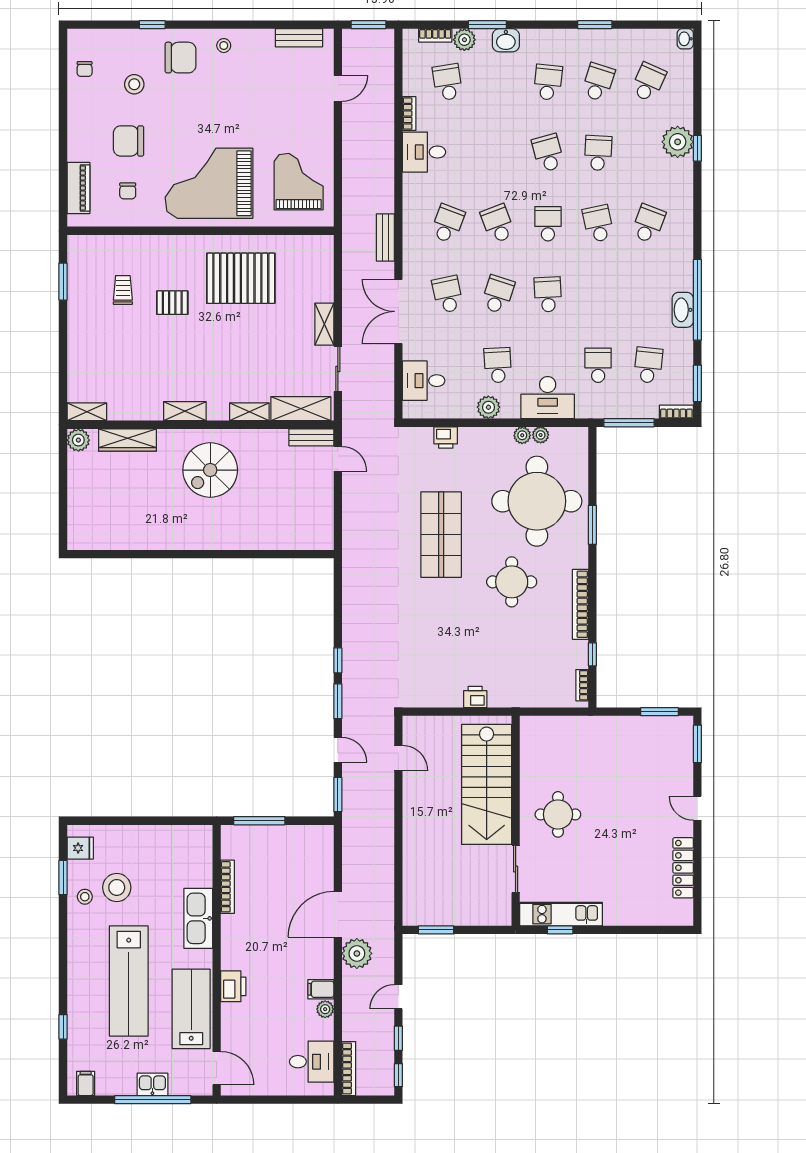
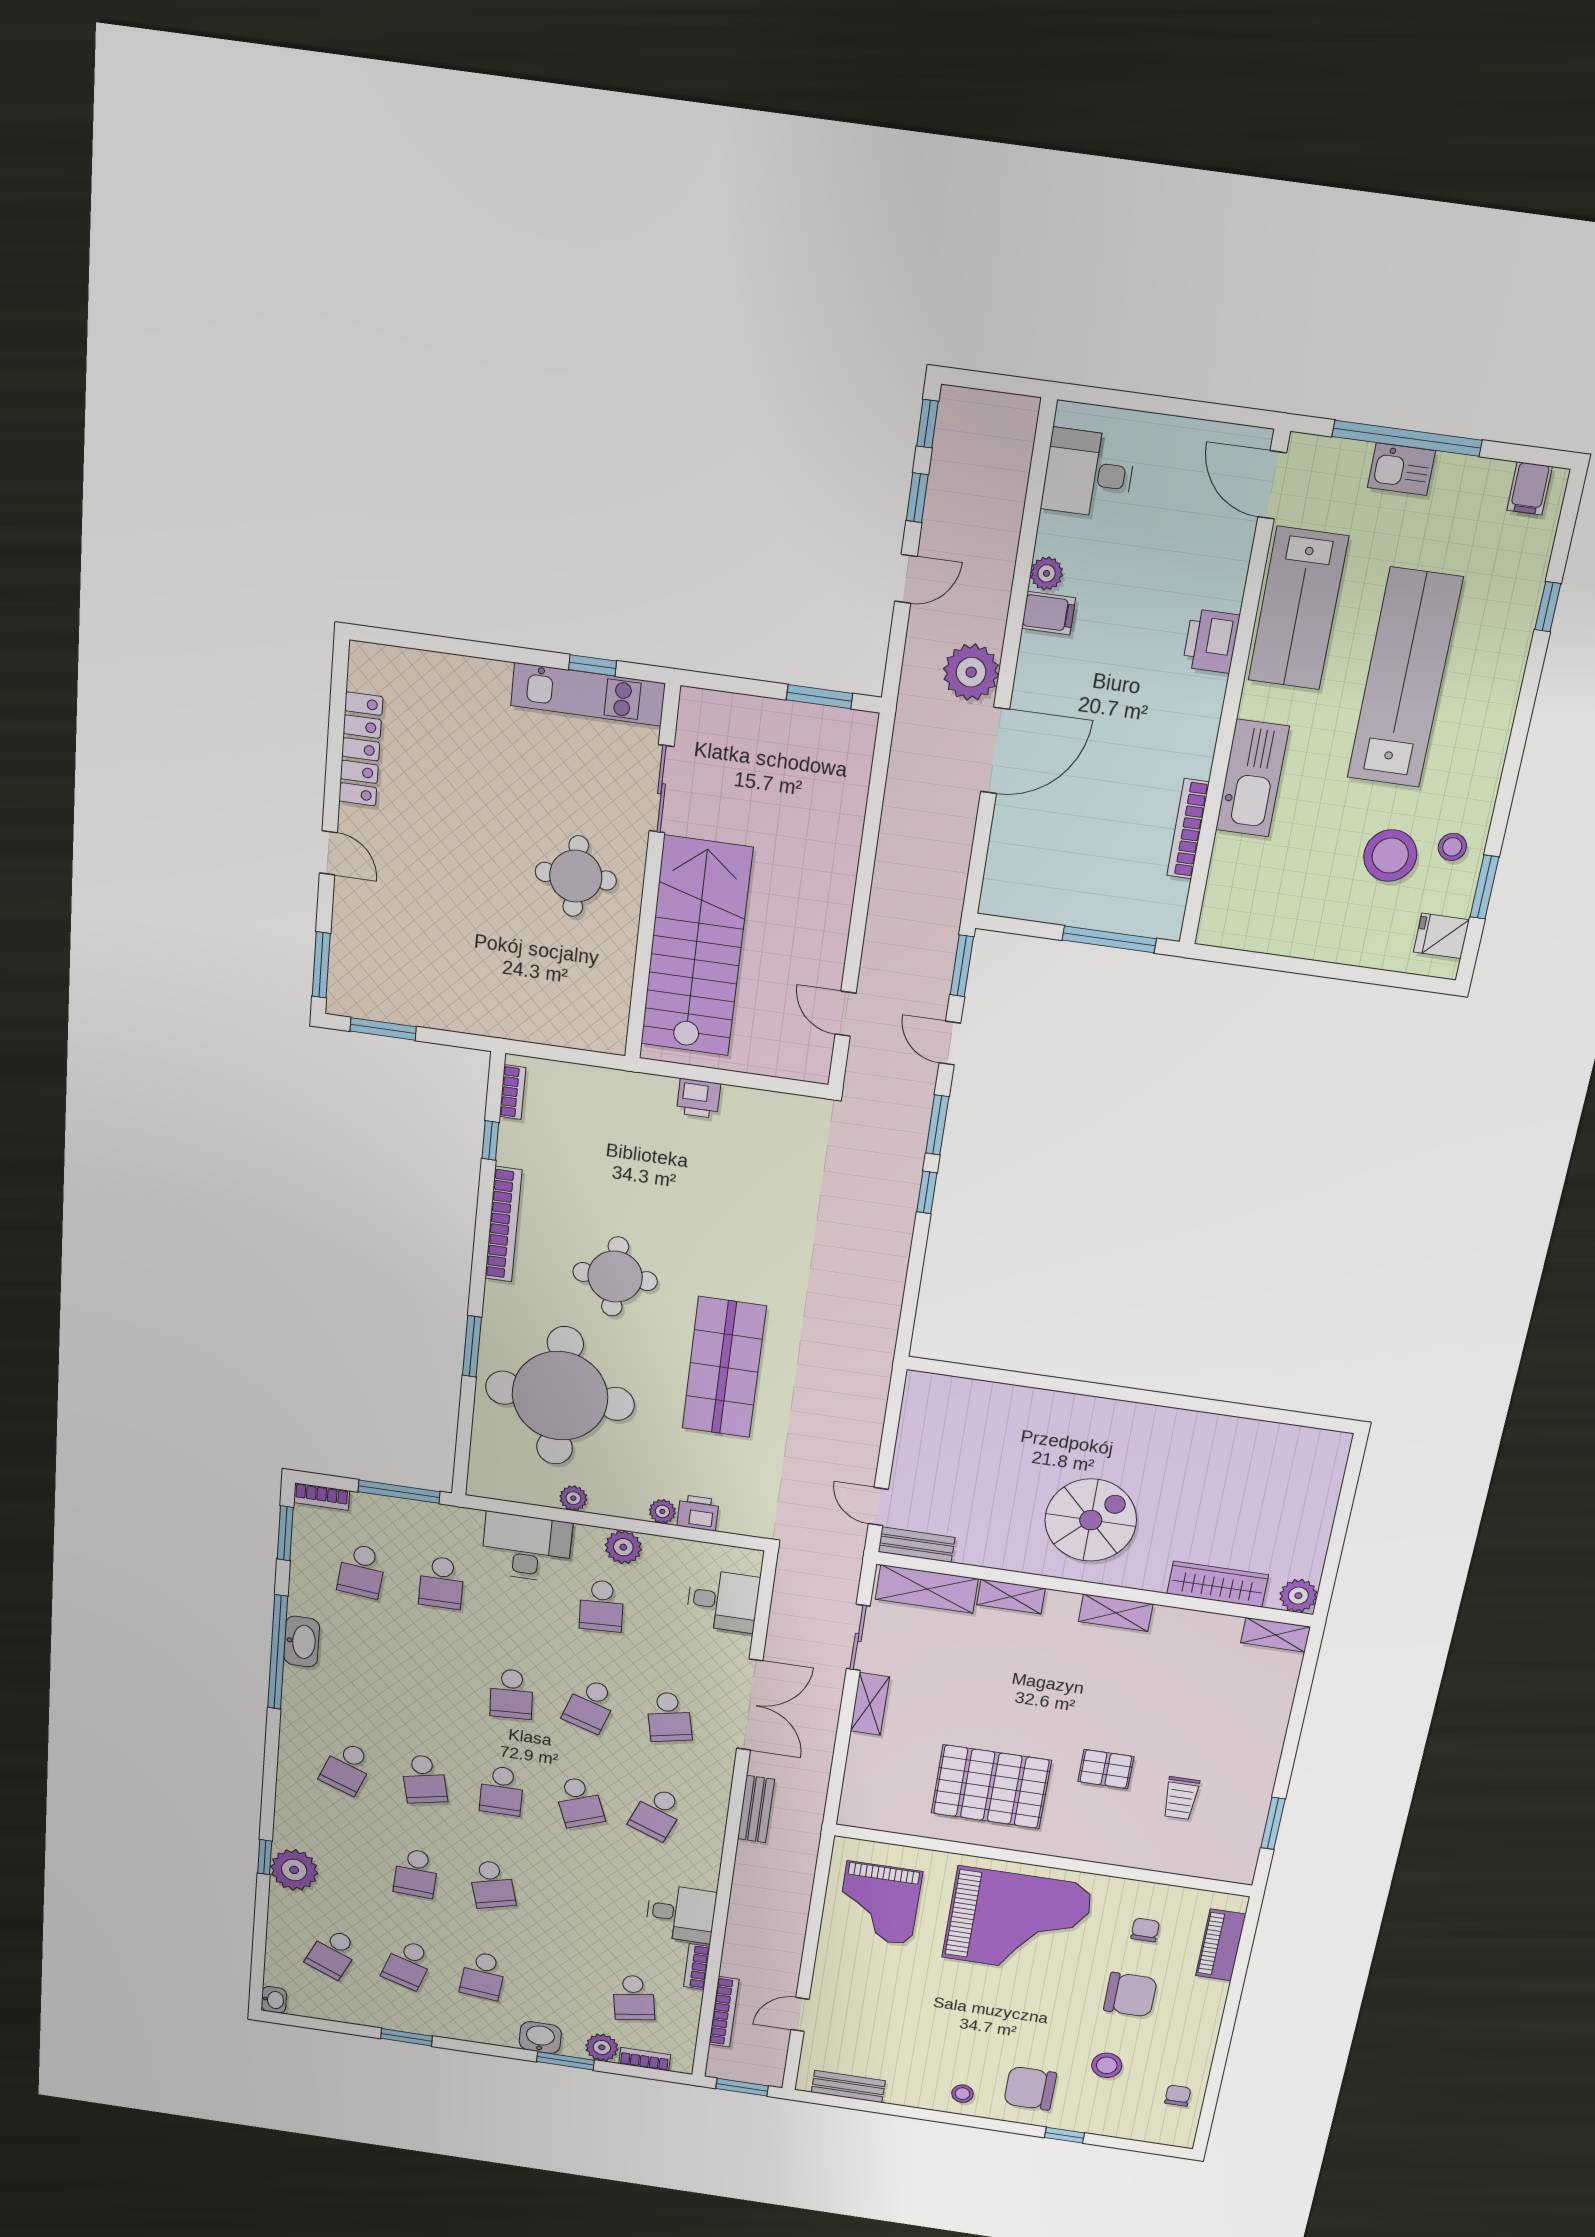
plant: (541, 435) -> (662, 1511), moved
bookcase: (349, 1069) -> (724, 2012), moved, turned 180

